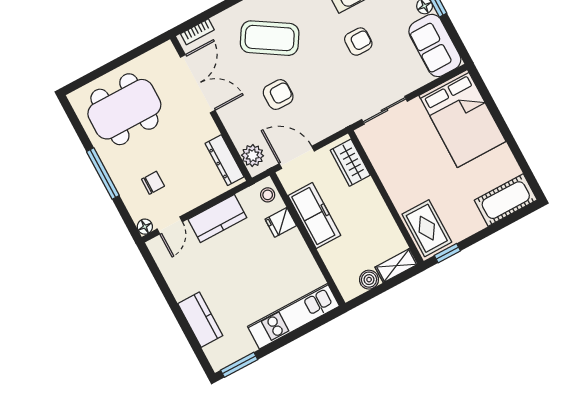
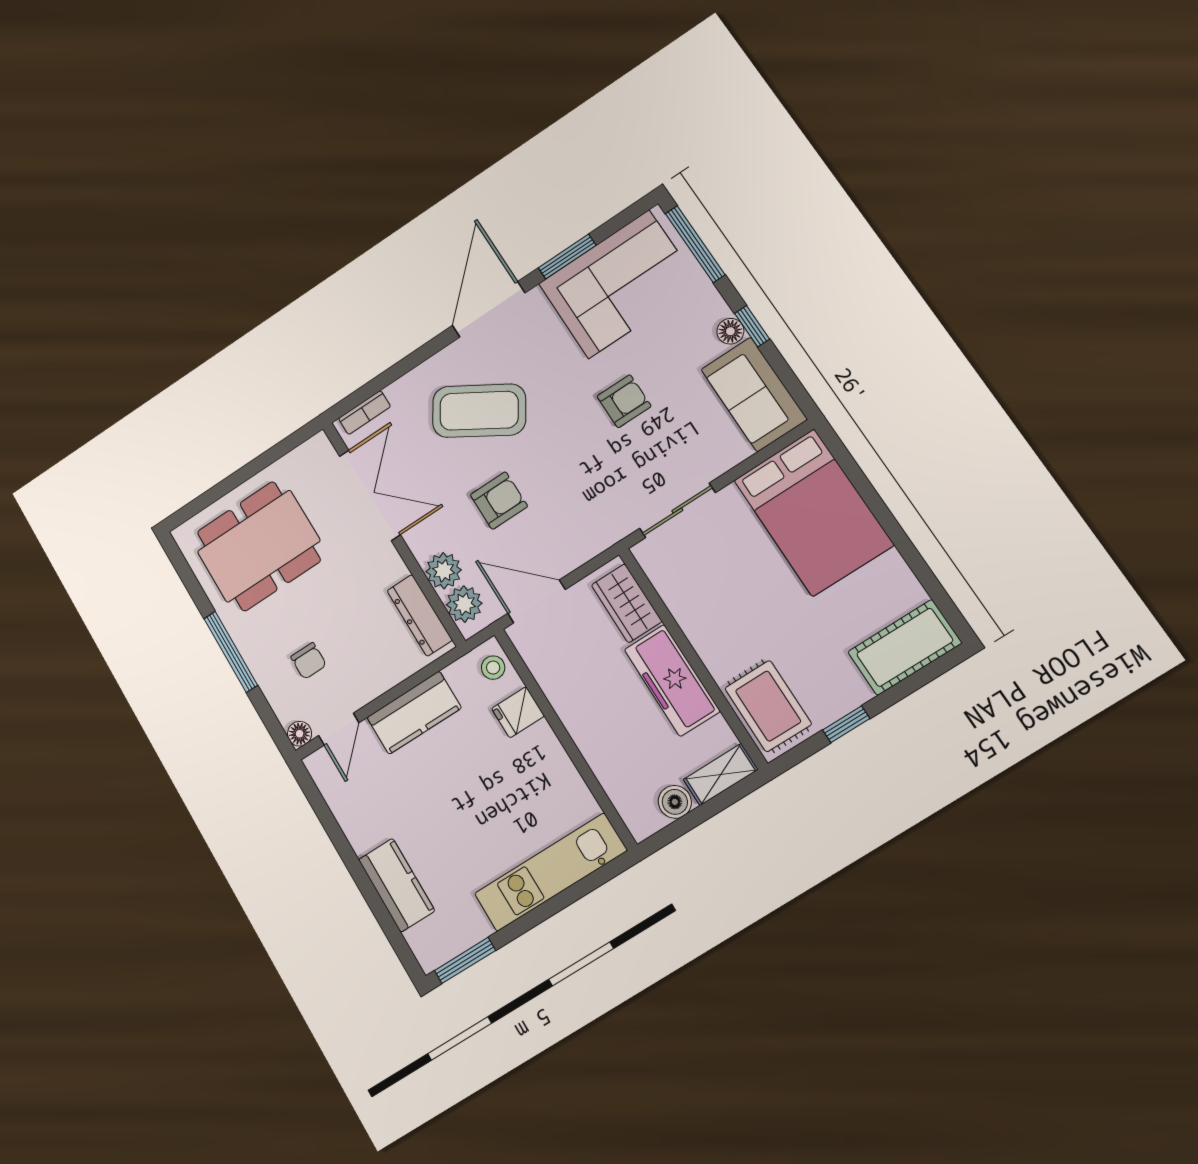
plant: (241, 134) -> (444, 571), added
chair: (153, 183) -> (309, 661), turned 90
freezer: (314, 216) -> (672, 680), moved, turned 180
window: (447, 253) -> (846, 724), moved

